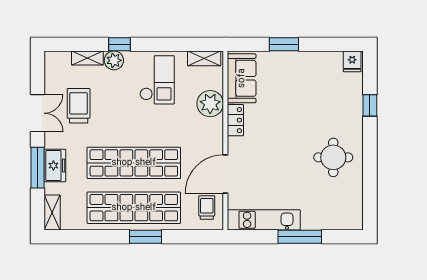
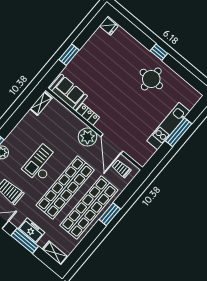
checkout: (157, 80) -> (41, 164), moved, turned -90
plant: (210, 104) -> (87, 137), moved
window: (370, 105) -> (159, 52), moved
kitchen unit: (264, 220) -> (168, 126), moved

